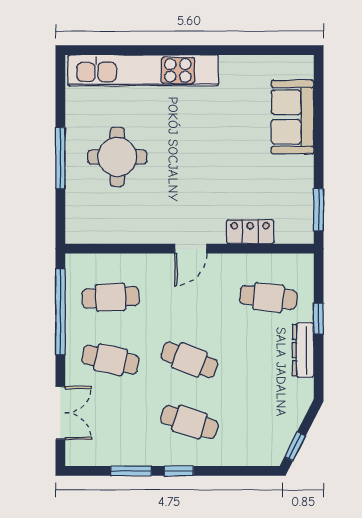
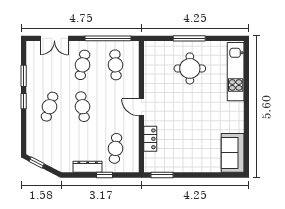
kitchen unit: (143, 70) -> (236, 72), width x0.73
sofa: (292, 117) -> (233, 153), moved, turned -90
cafe table: (189, 360) -> (83, 107), turned -30

